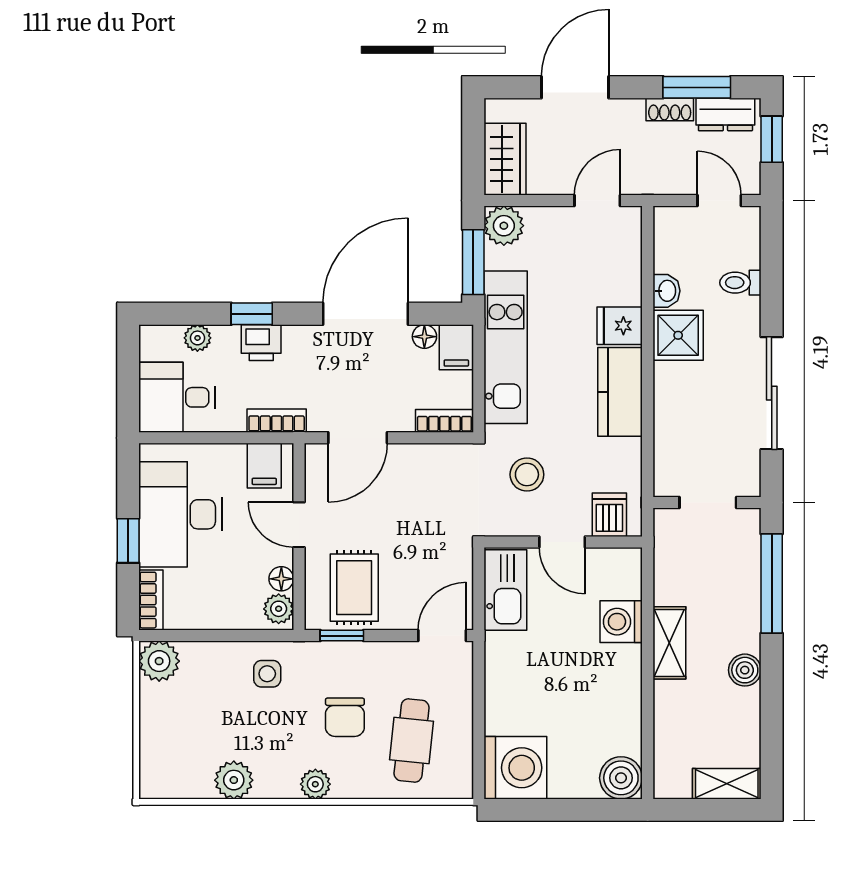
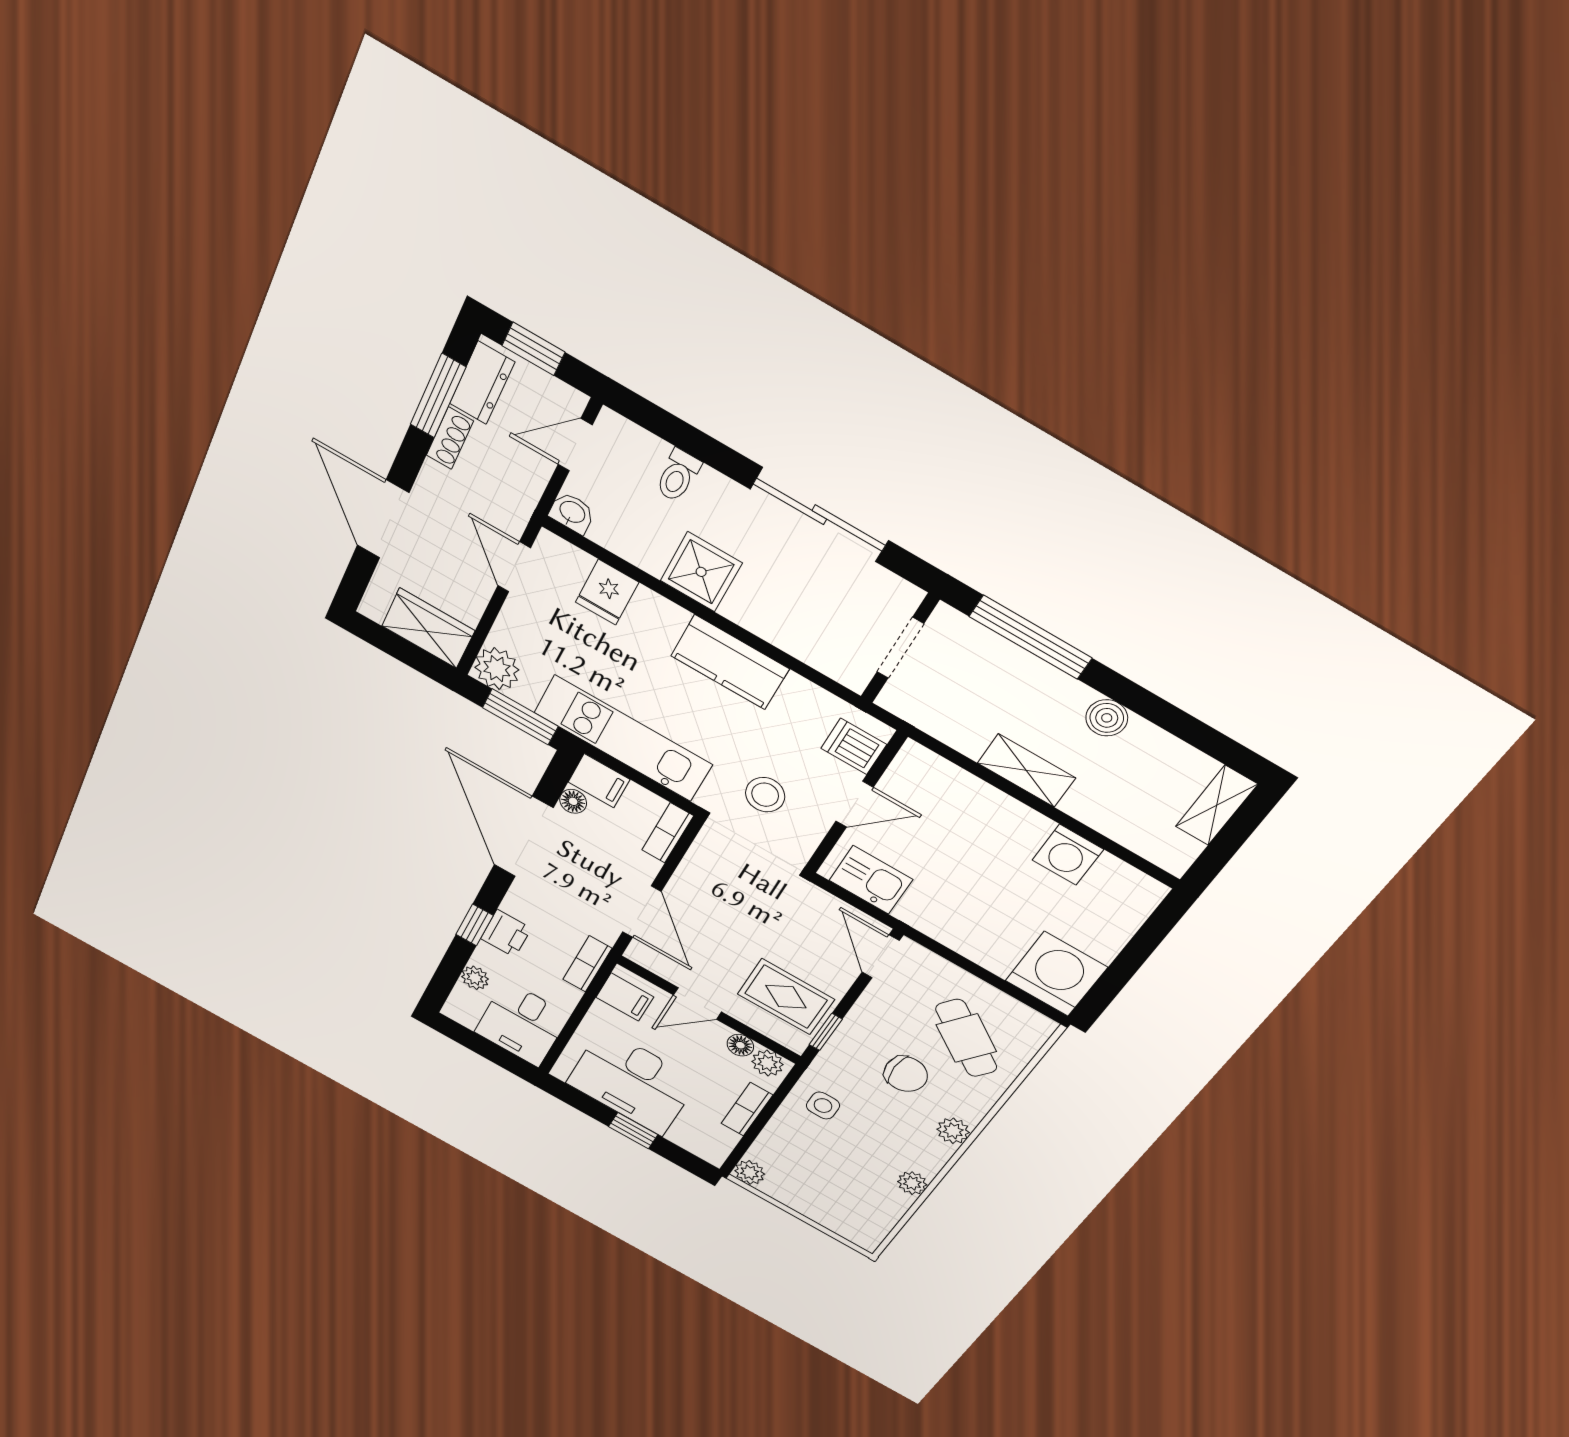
washbasin: (666, 291) -> (572, 513), moved
fridge: (620, 326) -> (607, 592), moved
kitchen sink: (505, 590) -> (871, 880), width x0.73
bookcase: (151, 600) -> (747, 1109), moved, turned -90
washing machine: (621, 622) -> (1068, 855), moved
plant: (159, 661) -> (750, 1172), width x0.73, depth x0.73
cafe table: (412, 740) -> (966, 1038), turned 30
boiler: (621, 778) -> (1136, 894), removed
plant: (234, 780) -> (912, 1183), width x0.73, depth x0.73

